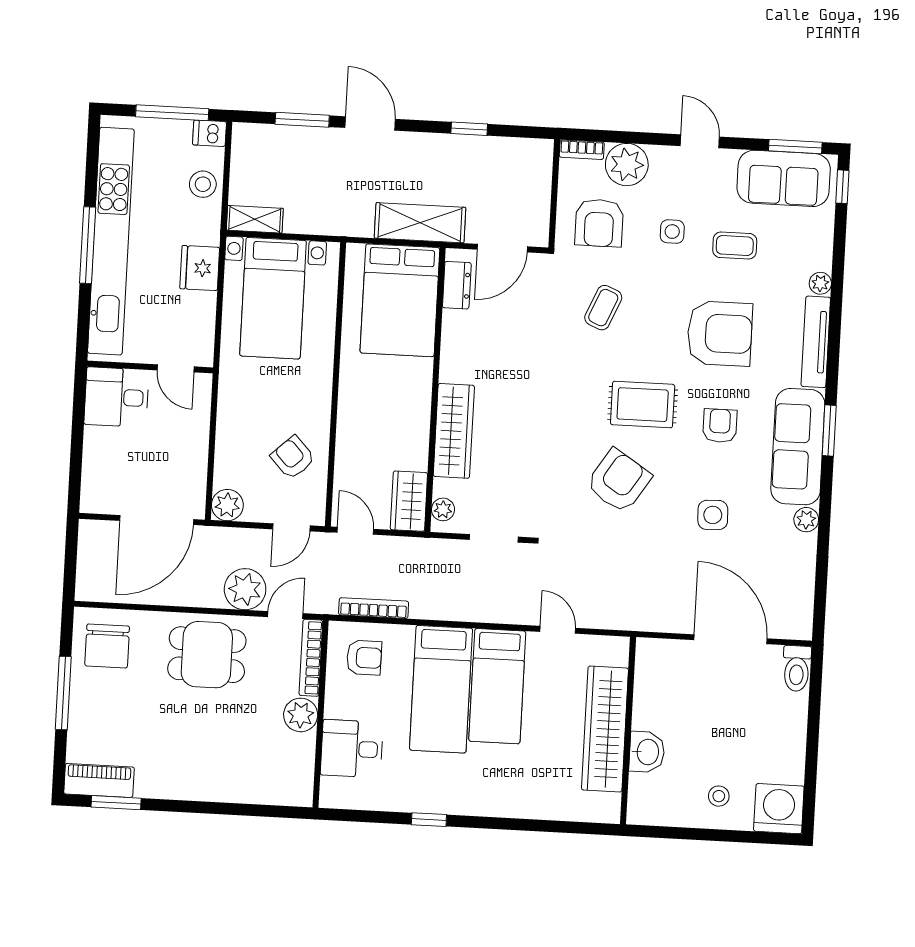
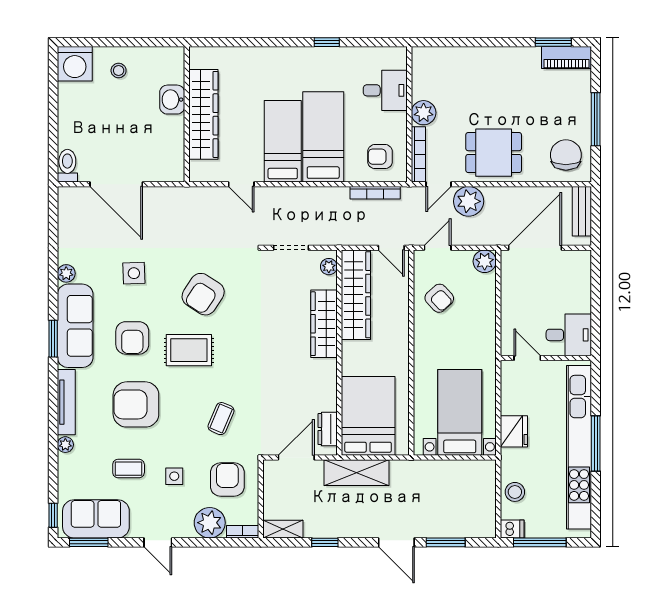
shelving: (255, 219) -> (283, 529), moved
armchair: (720, 426) -> (132, 338), width x1.38, depth x1.38
wardrobe: (409, 501) -> (356, 295), width x2.10, depth x1.17
bench: (89, 567) -> (582, 211), added

